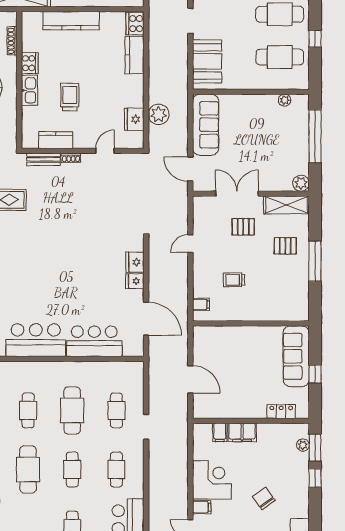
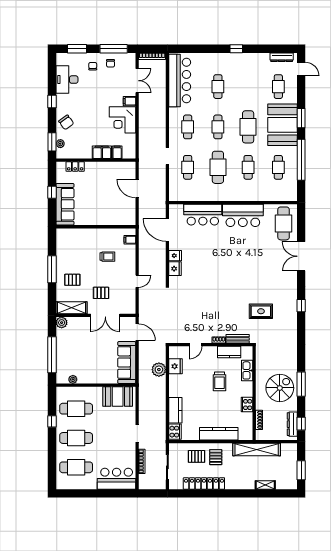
booth: (207, 61) -> (118, 396), moved, turned 90
kitchen sink: (29, 90) -> (247, 370), moved
window: (315, 478) -> (52, 101), moved
chair: (264, 499) -> (66, 122), moved

